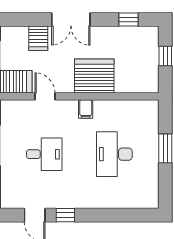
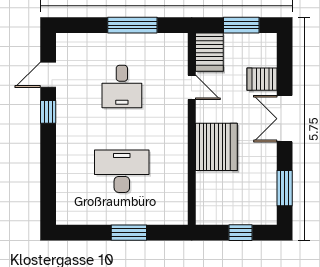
window: (128, 19) -> (285, 188), width x1.50
door: (45, 96) -> (192, 87), hinge flipped
filing cabinet: (86, 109) -> (177, 136), removed

